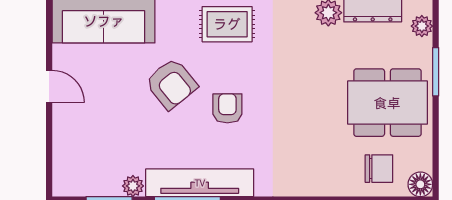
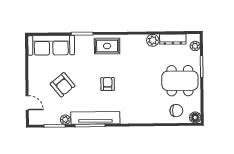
armchair: (171, 84) -> (63, 85), moved
door: (49, 86) -> (27, 103), moved

